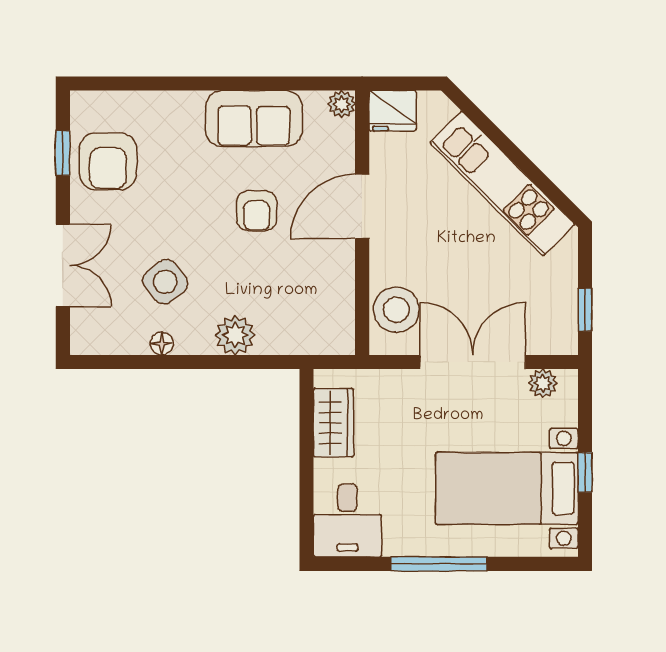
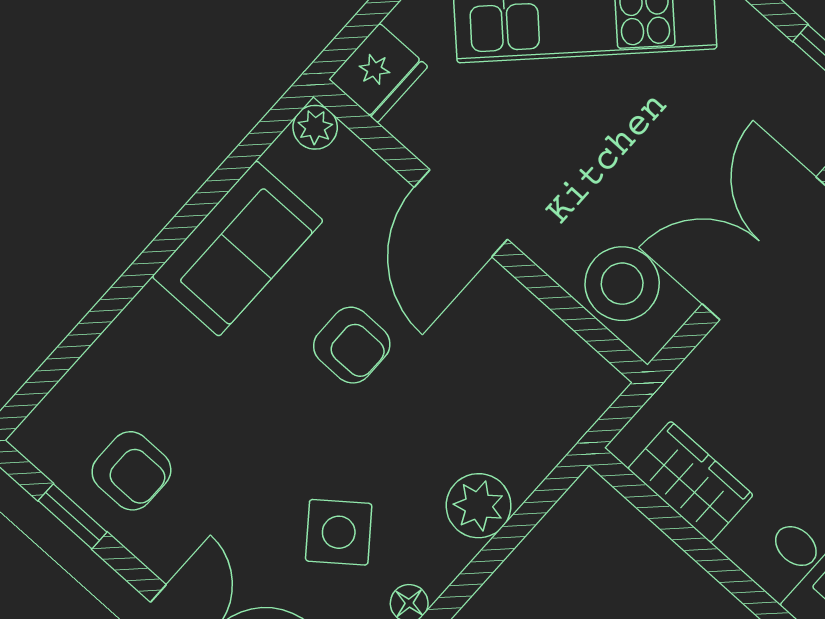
armchair: (108, 161) -> (131, 471), width x0.72, depth x0.72

